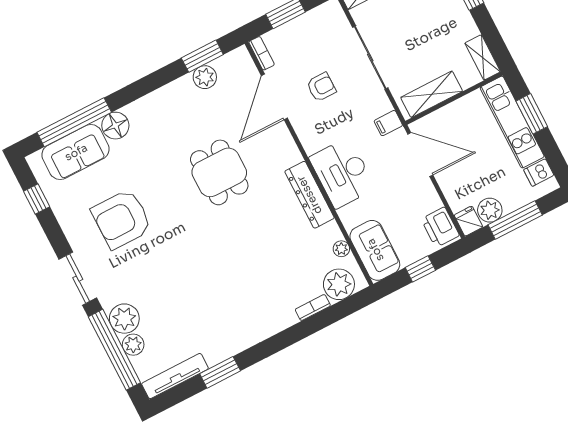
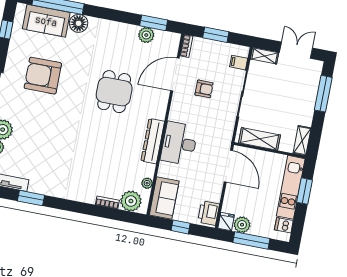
filing cabinet: (388, 123) -> (239, 63), moved

